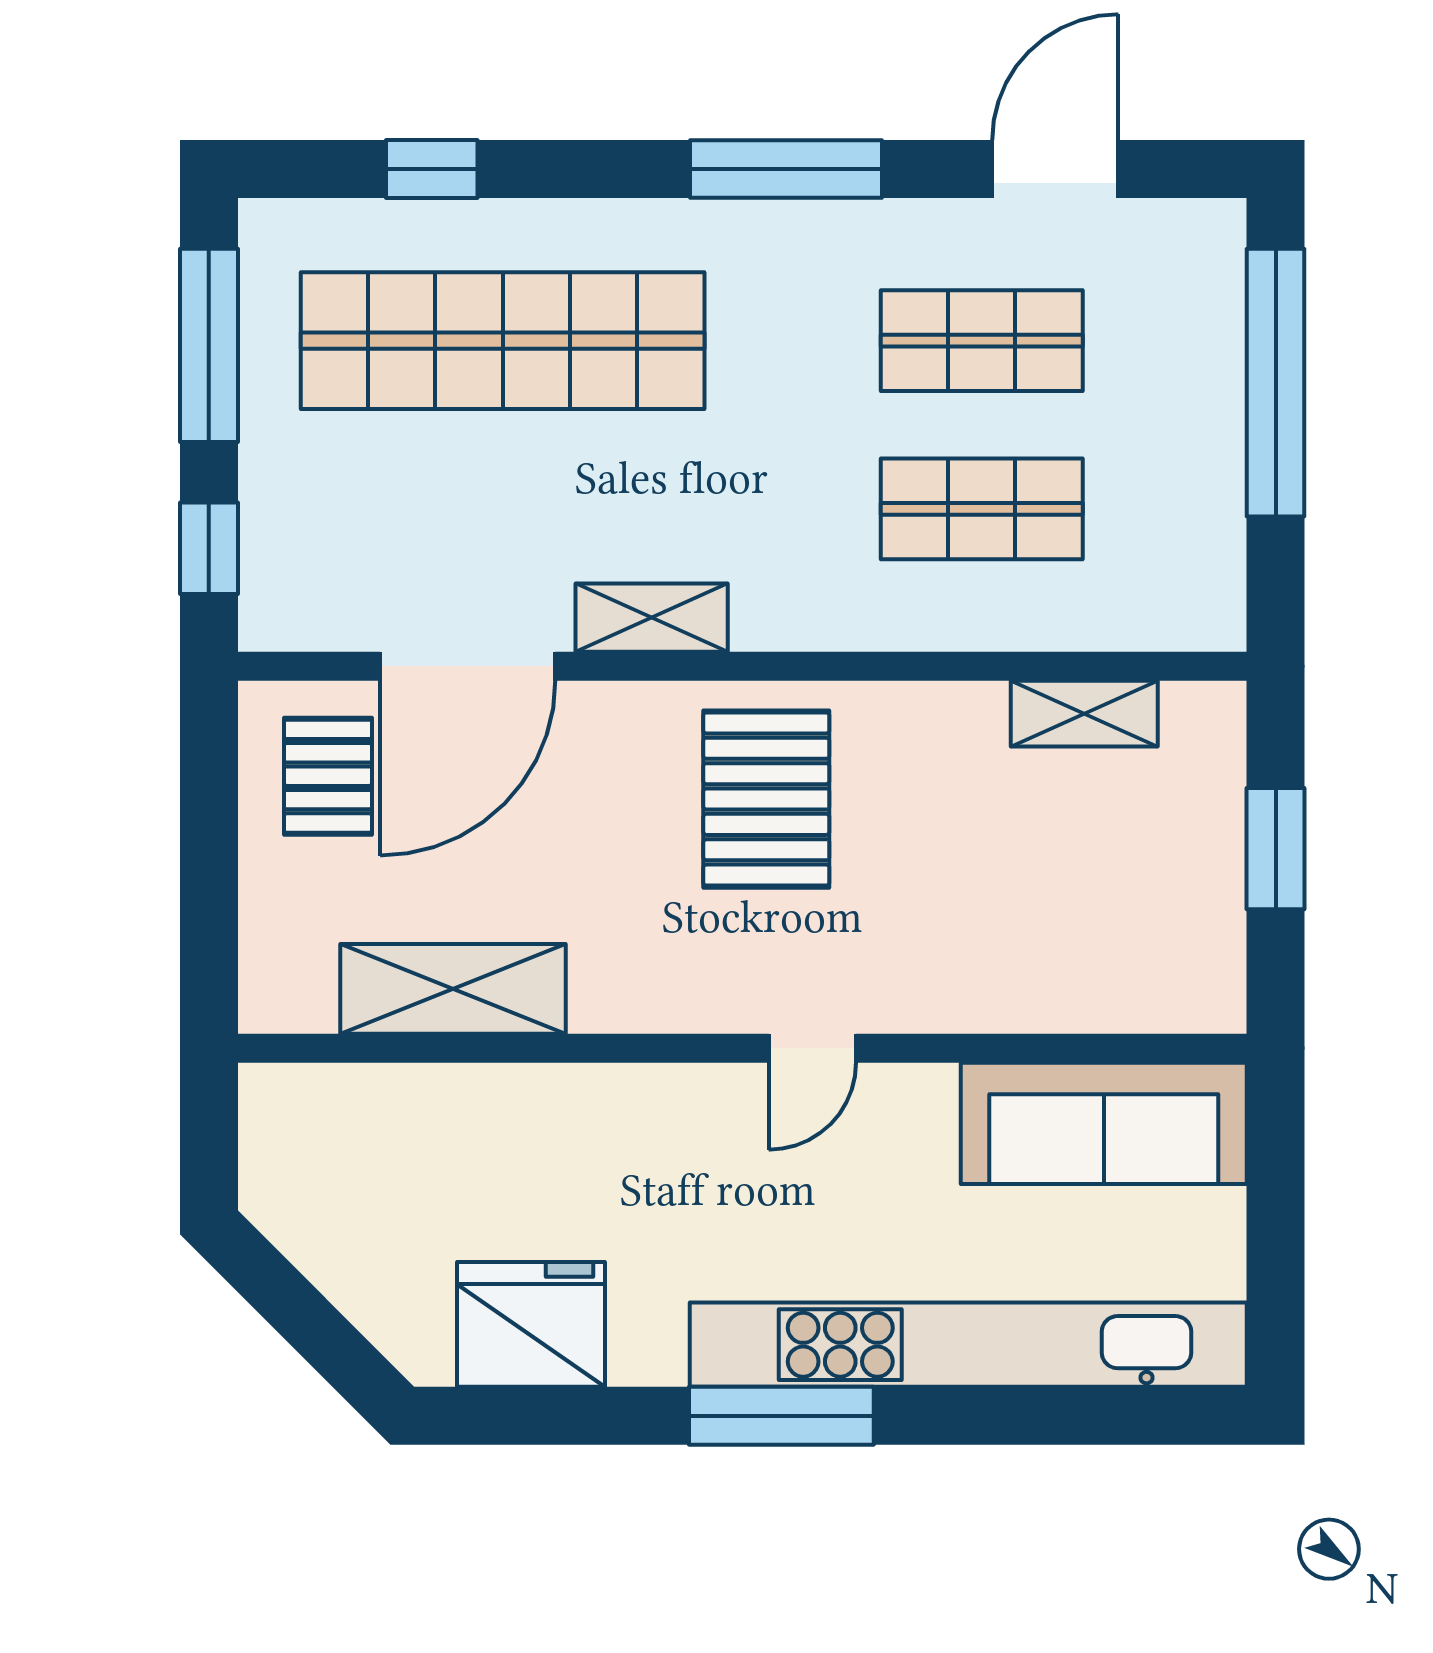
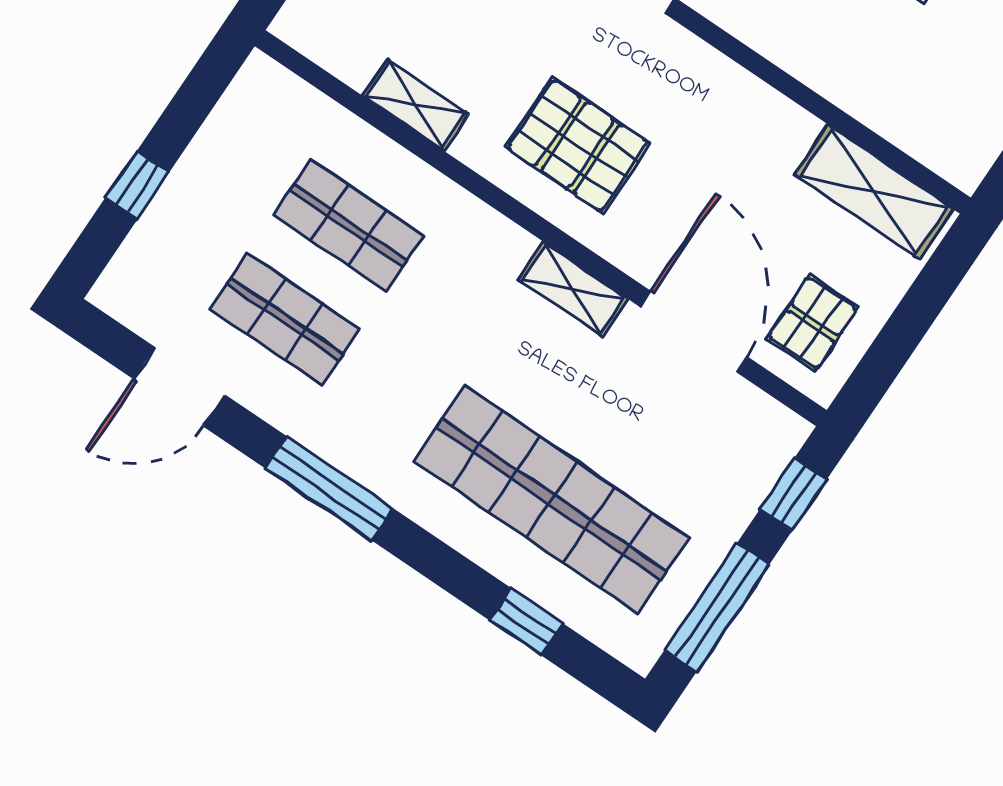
window: (1276, 383) -> (137, 185), width x0.32
door: (468, 666) -> (694, 332), hinge flipped
shelving: (1084, 714) -> (416, 105), moved
pallet: (766, 799) -> (577, 145), turned 90
shelving: (453, 989) -> (874, 192), moved

